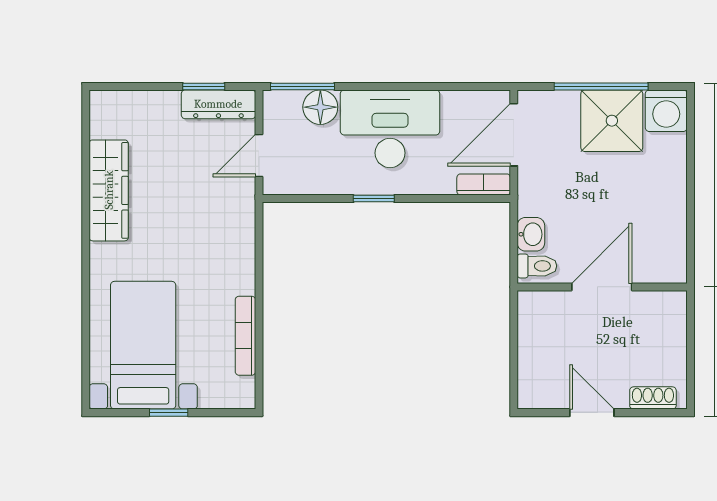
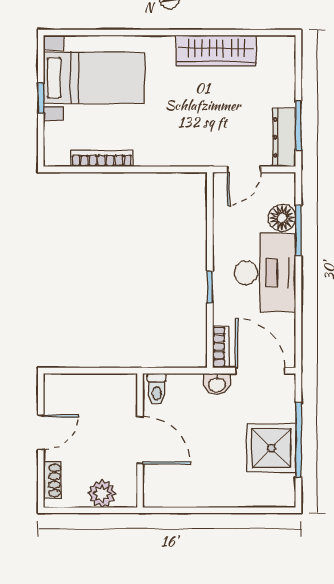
window: (204, 86) -> (298, 126), width x1.50
window: (303, 86) -> (298, 230), moved
washing machine: (666, 111) -> (279, 491), removed
door: (259, 156) -> (244, 169), swing flipped
window: (374, 199) -> (210, 287), moved
washbasin: (531, 234) -> (217, 384), moved
plant: (669, 335) -> (102, 493), added

